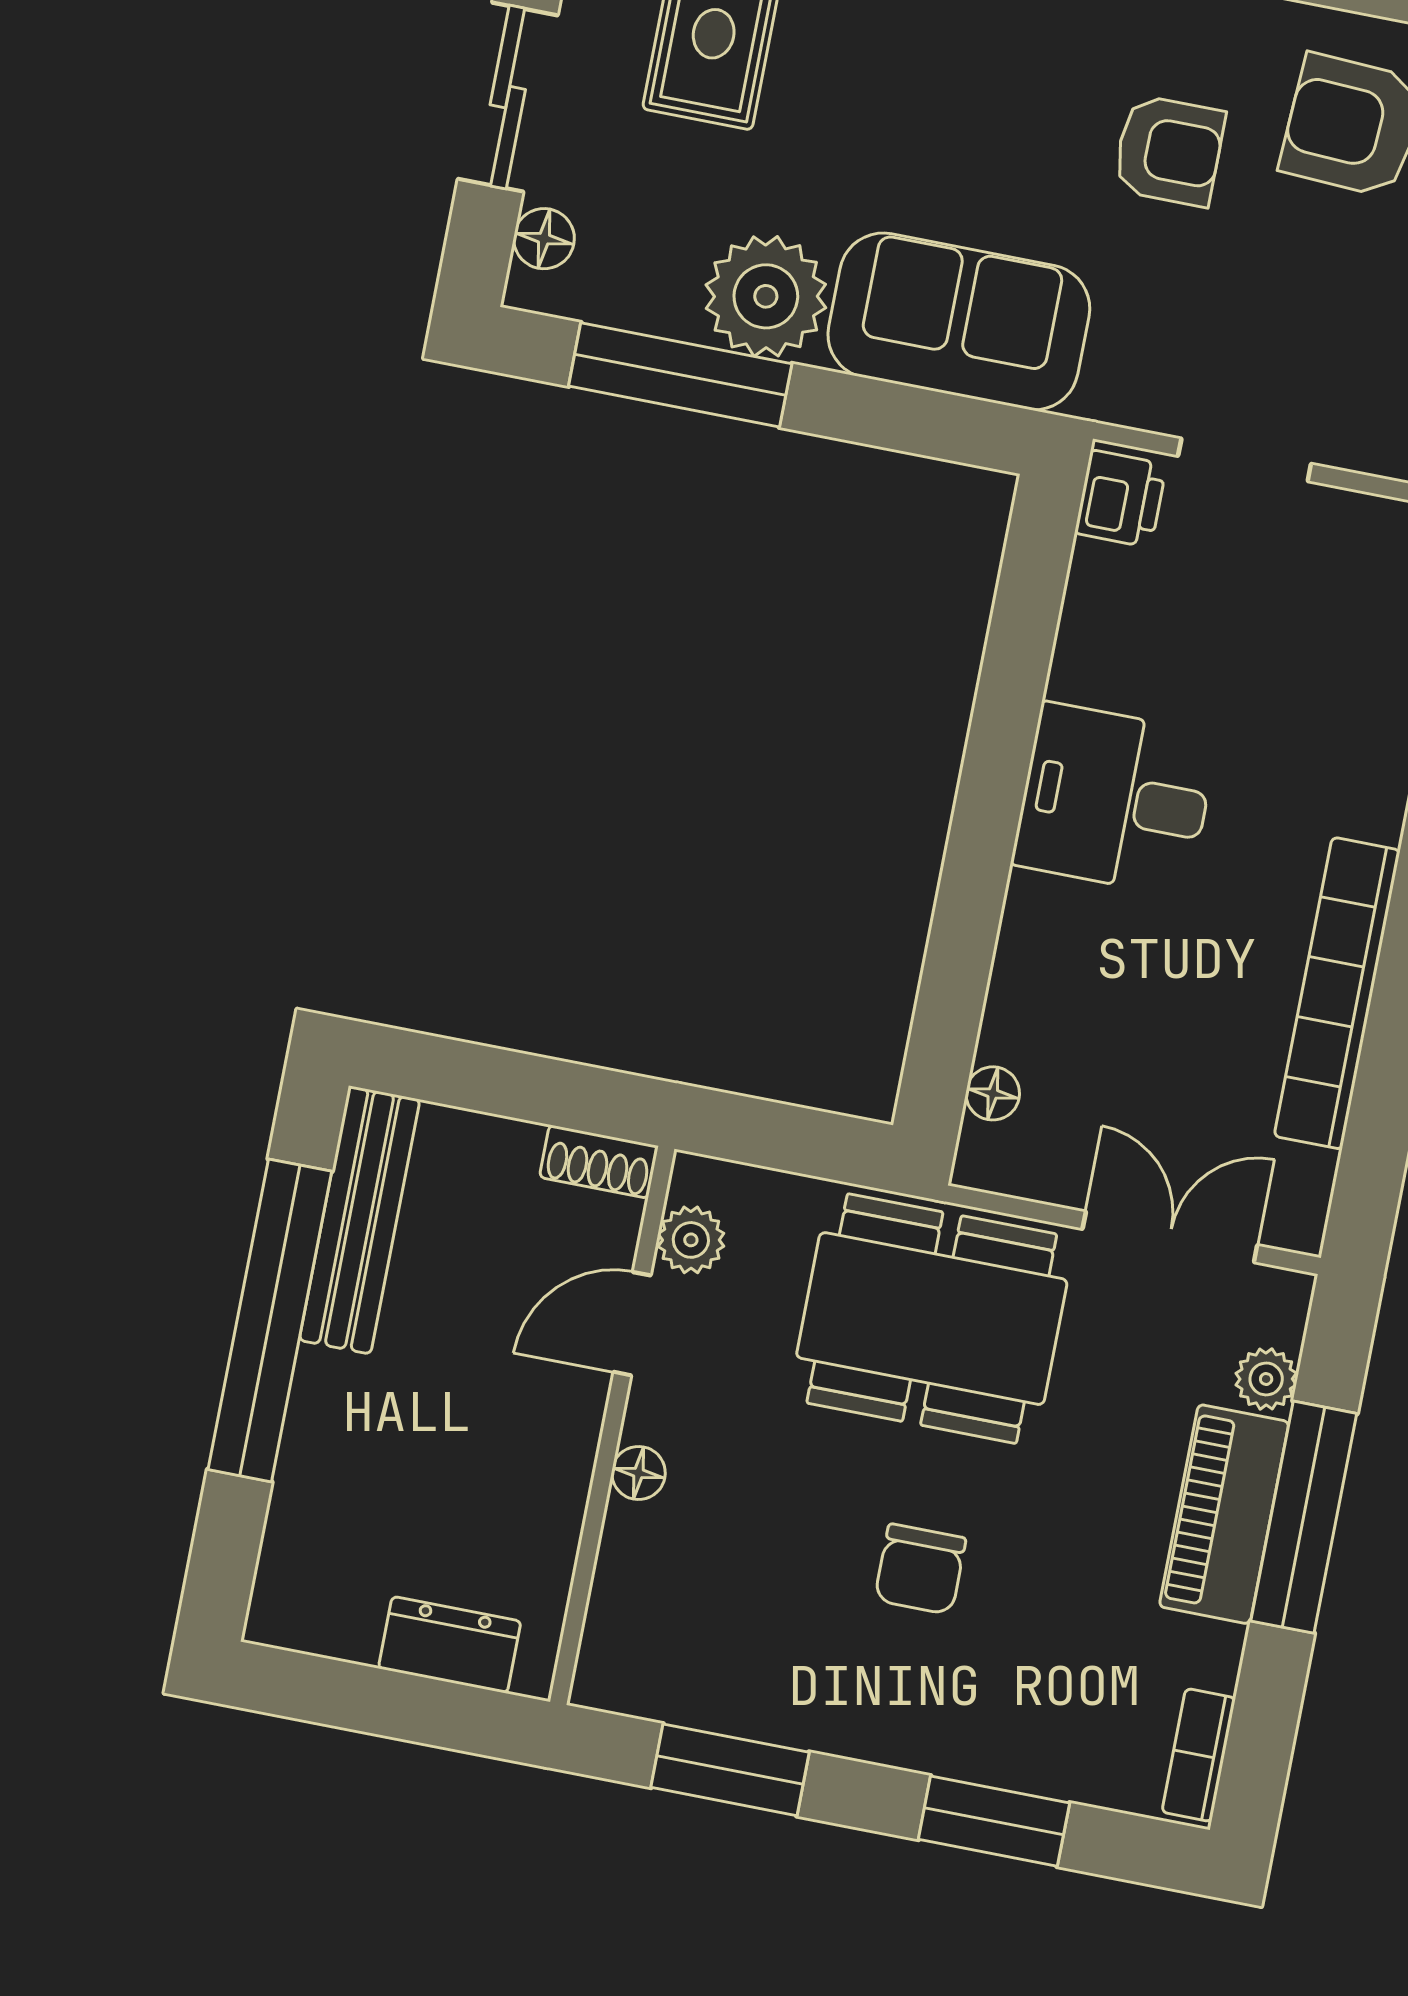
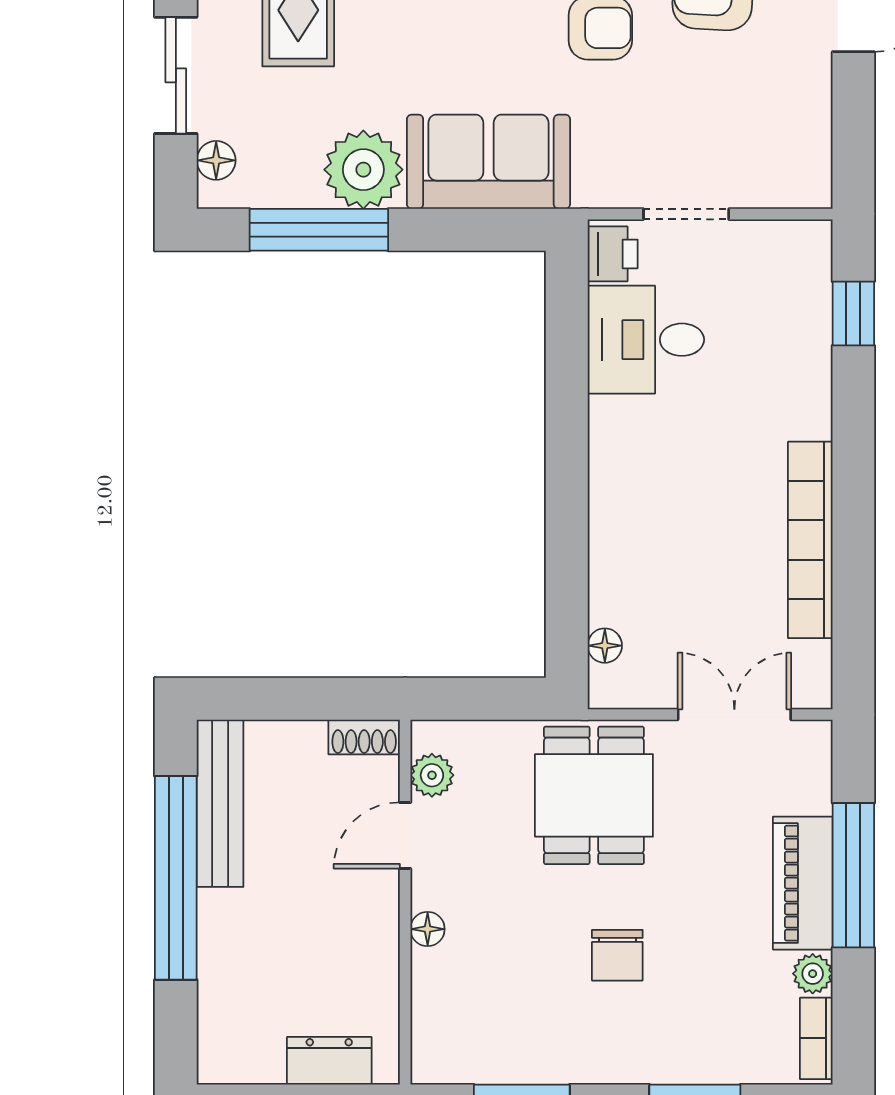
desk: (1115, 799) -> (646, 340), moved
dining table: (932, 1319) -> (594, 795), width x0.73
plant: (1266, 1379) -> (813, 974), moved

